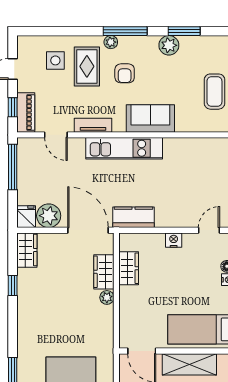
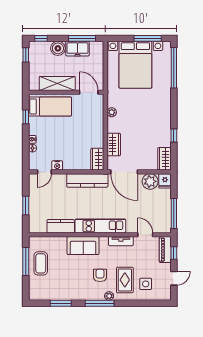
plant: (169, 45) -> (71, 294), removed
kitchen counter: (184, 148) -> (61, 226), added
kitchen counter: (133, 217) -> (87, 180), width x1.50
nightstand: (174, 240) -> (57, 165), moved
wardrobe: (129, 268) -> (97, 159), moved
plant: (107, 297) -> (112, 112), moved

